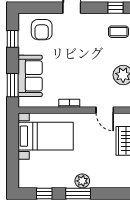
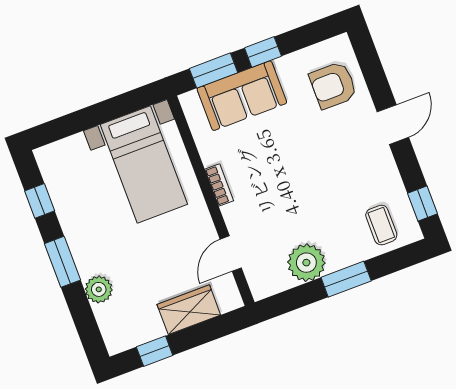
window: (13, 39) -> (263, 52), moved
plant: (82, 181) -> (99, 289), moved

